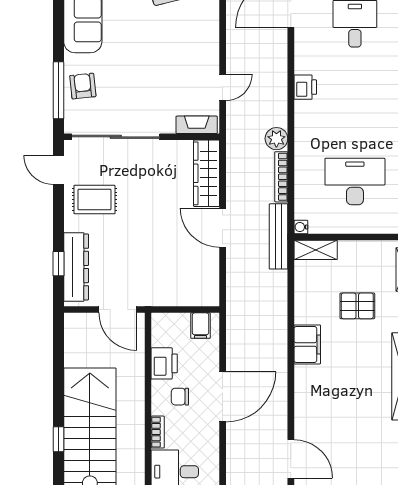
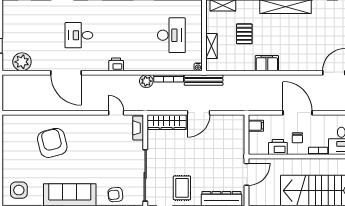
desk: (355, 181) -> (171, 35), turned 180
shelving: (316, 250) -> (211, 46), moved

